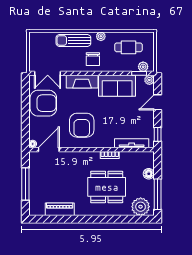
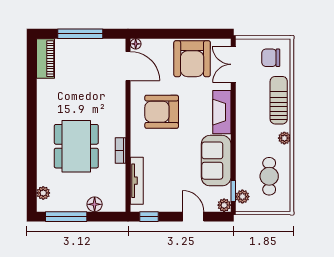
chair: (93, 59) -> (271, 58), moved
plant: (141, 207) -> (43, 193), width x0.53, depth x0.53
piano: (60, 209) -> (46, 59), moved

